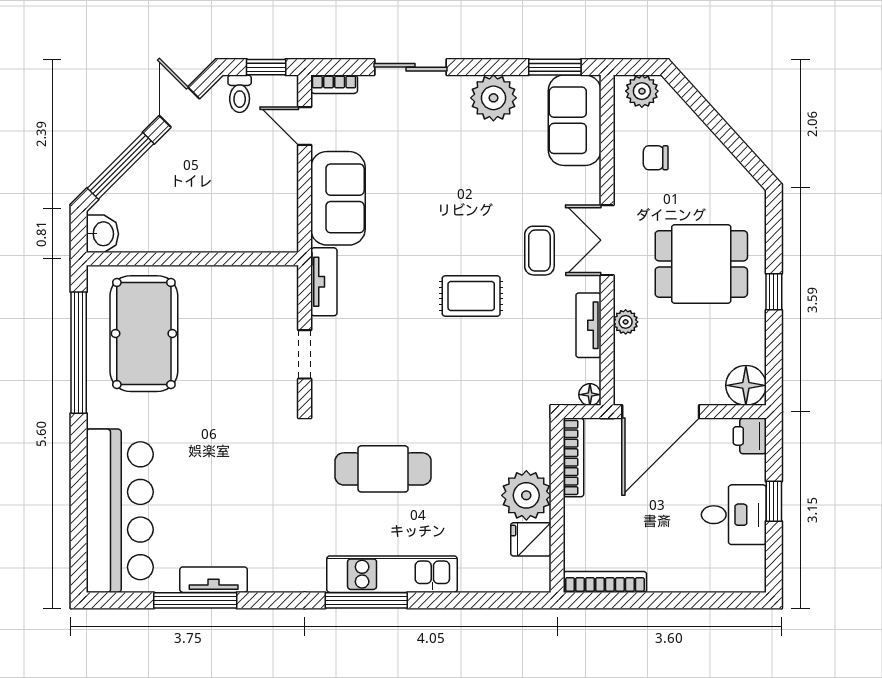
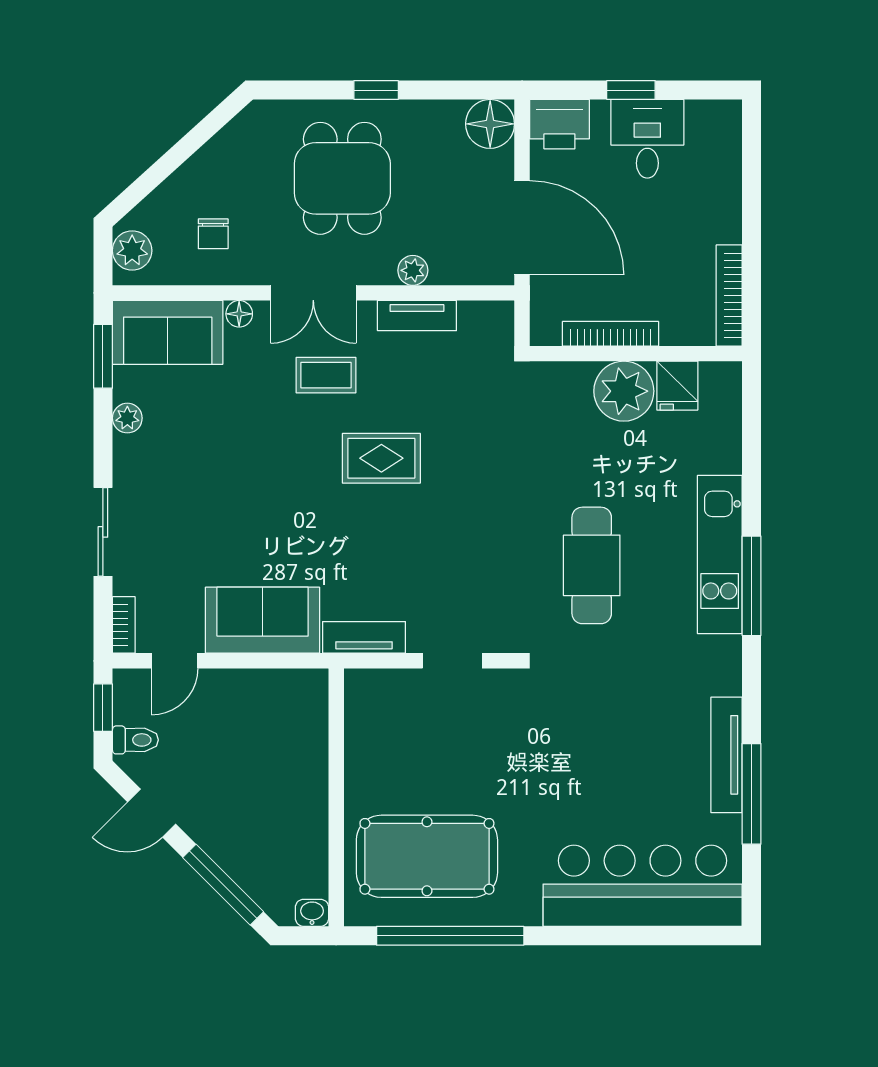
plant: (493, 98) -> (127, 418), width x0.53, depth x0.53
washbasin: (102, 234) -> (312, 913), width x0.72, depth x0.69
rug: (471, 296) -> (381, 458), turned 90
floor lamp: (590, 395) -> (239, 314), moved
printer: (750, 436) -> (559, 124), width x1.36, depth x1.24
bookcase: (574, 457) -> (610, 334), moved
tv unit: (214, 580) -> (726, 755), width x1.41

